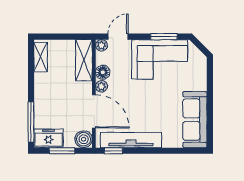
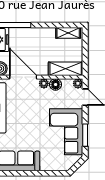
door: (94, 111) -> (23, 77), swing flipped

